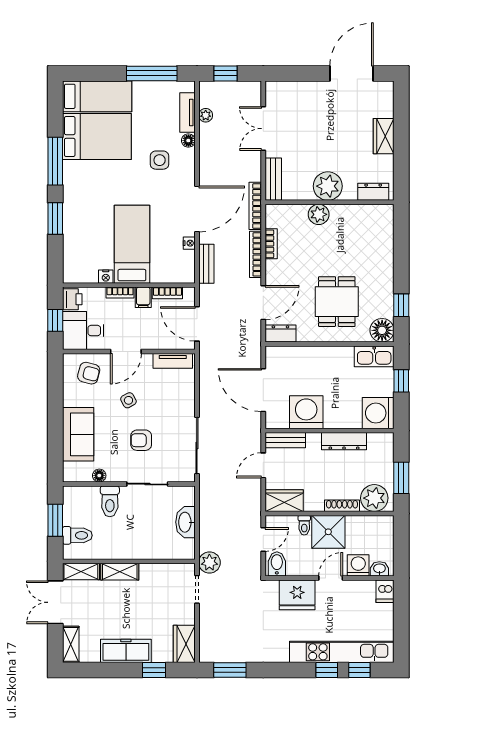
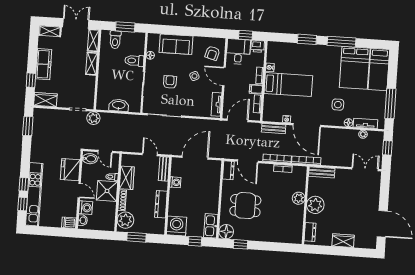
double door: (263, 129) -> (365, 169), moved
washing machine: (306, 412) -> (175, 182), width x0.53, depth x0.53
wardrobe: (284, 501) -> (127, 178), moved

